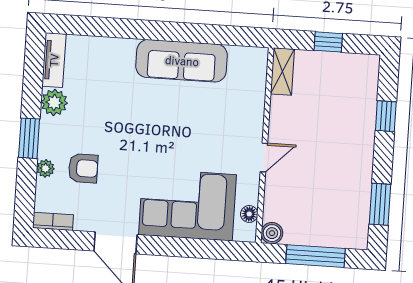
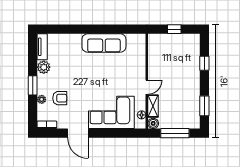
shelving: (282, 72) -> (153, 106), moved

